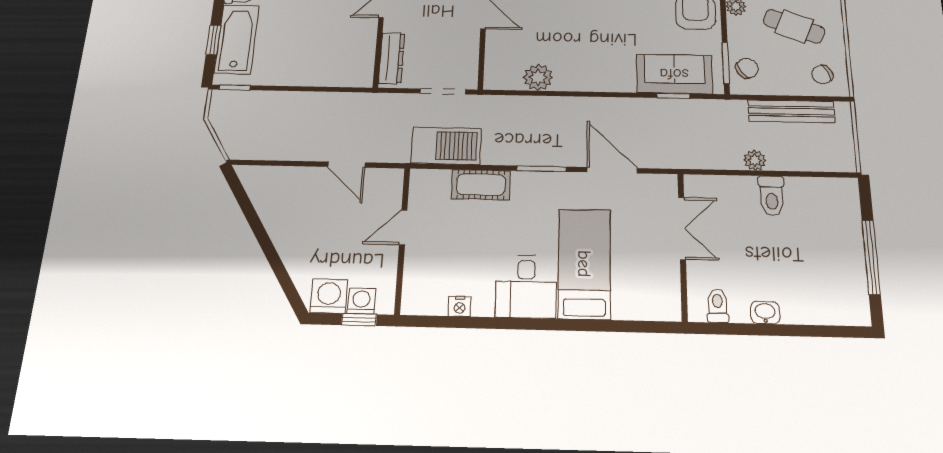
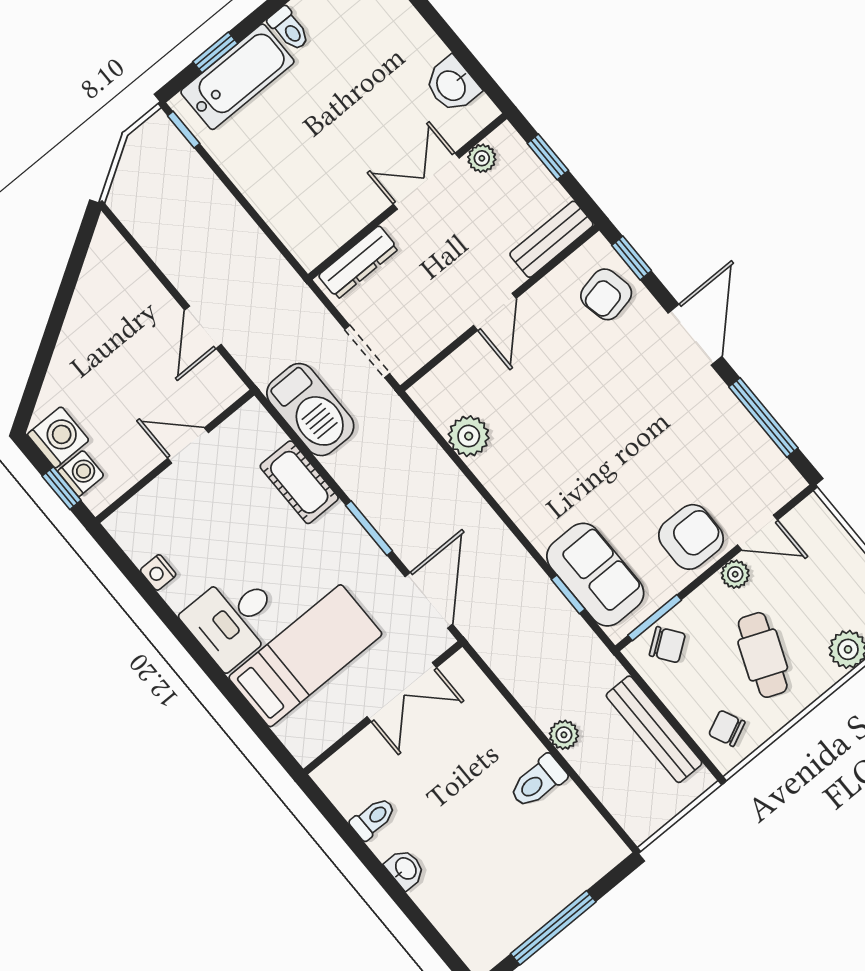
double door: (682, 228) -> (402, 692), moved
wall: (683, 246) -> (383, 708), moved

